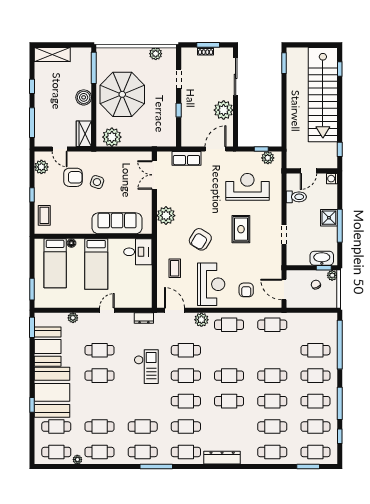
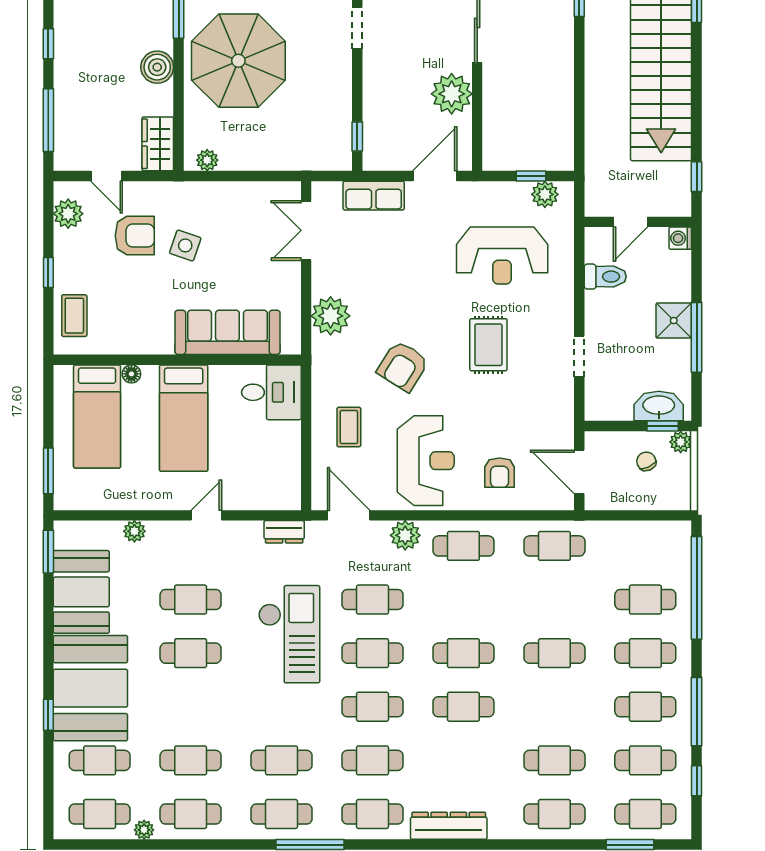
window: (179, 110) -> (357, 136), moved
plant: (112, 137) -> (207, 160), width x0.53, depth x0.53
reception desk: (247, 187) -> (502, 256), turned 180
checkout: (146, 367) -> (289, 634), width x1.36, depth x1.21
cafe table: (272, 401) -> (554, 707), removed

